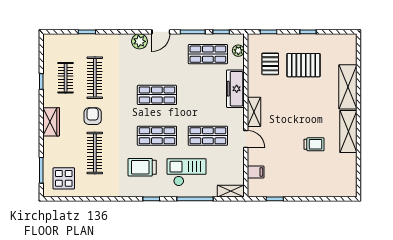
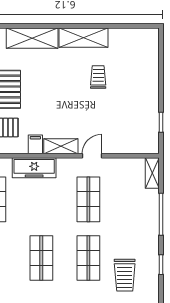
checkout: (186, 172) -> (130, 224), removed
filing cabinet: (256, 172) -> (35, 144), moved

